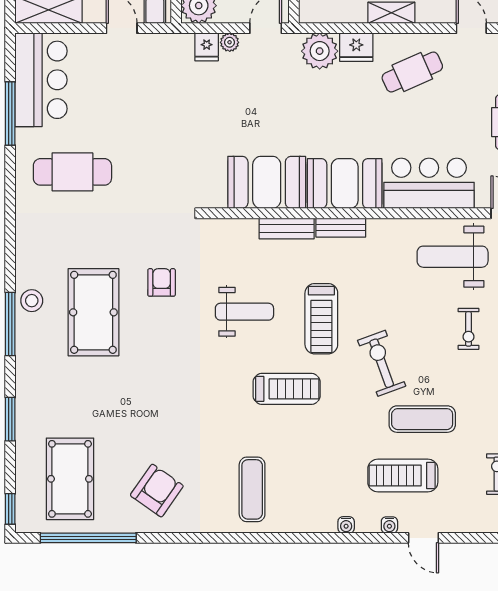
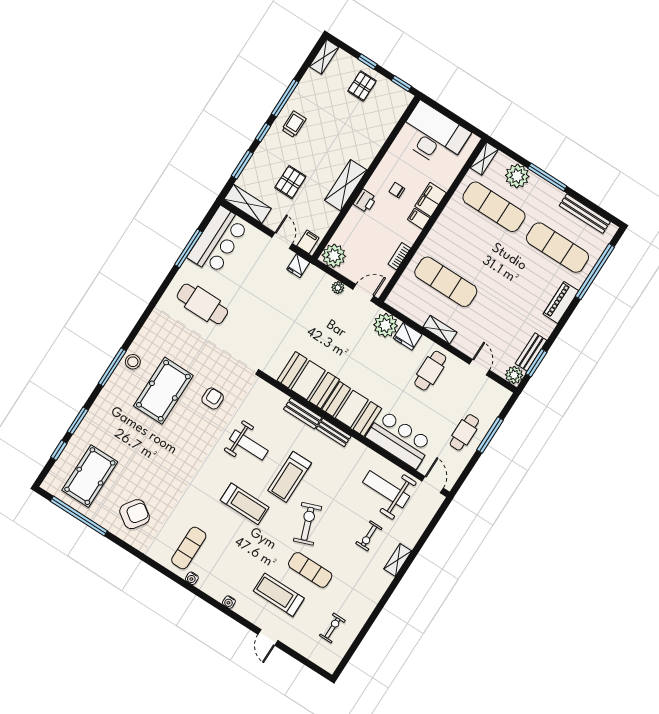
fridge: (207, 47) -> (298, 266), moved
cafe table: (412, 72) -> (430, 371), turned -66
window: (10, 509) -> (59, 450), moved
water cooler: (389, 525) -> (192, 578), moved

